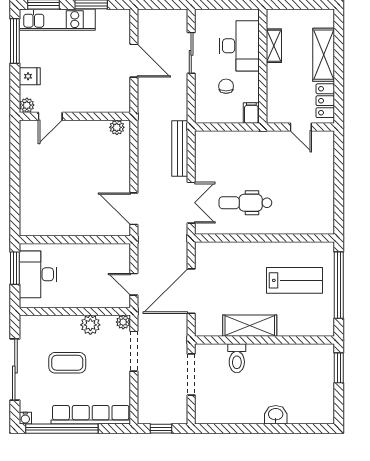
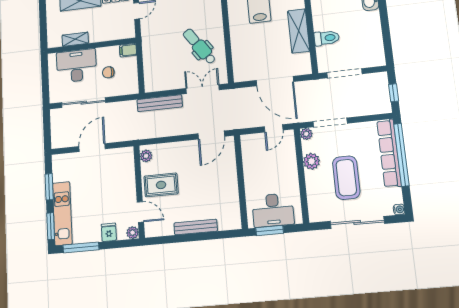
sliding door: (191, 53) -> (84, 103), width x1.37
rug: (80, 144) -> (161, 185), added
bench: (27, 182) -> (196, 227), added
dental chair: (245, 203) -> (199, 46), turned 145
coffee table: (67, 363) -> (346, 178), width x1.36, depth x1.32
window: (62, 429) -> (401, 155), moved

